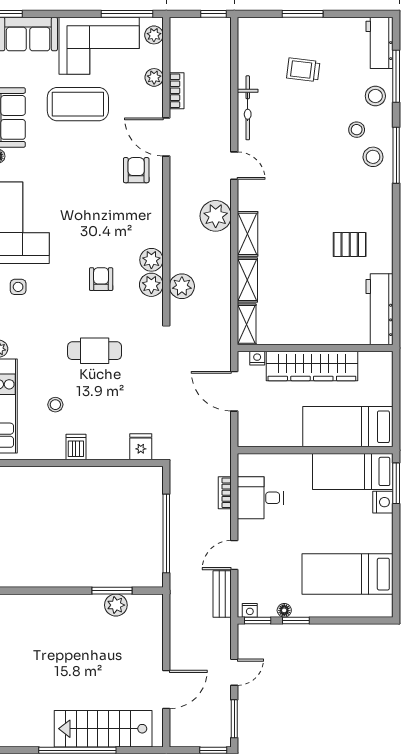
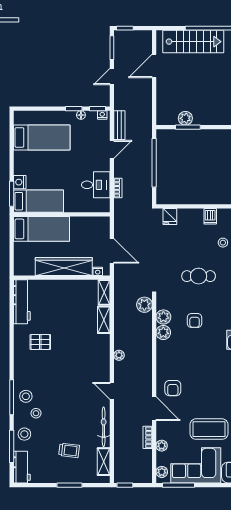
plant: (216, 216) -> (119, 355), width x0.53, depth x0.53
shelving: (248, 234) -> (104, 462), moved
plant: (182, 286) -> (144, 305), moved

